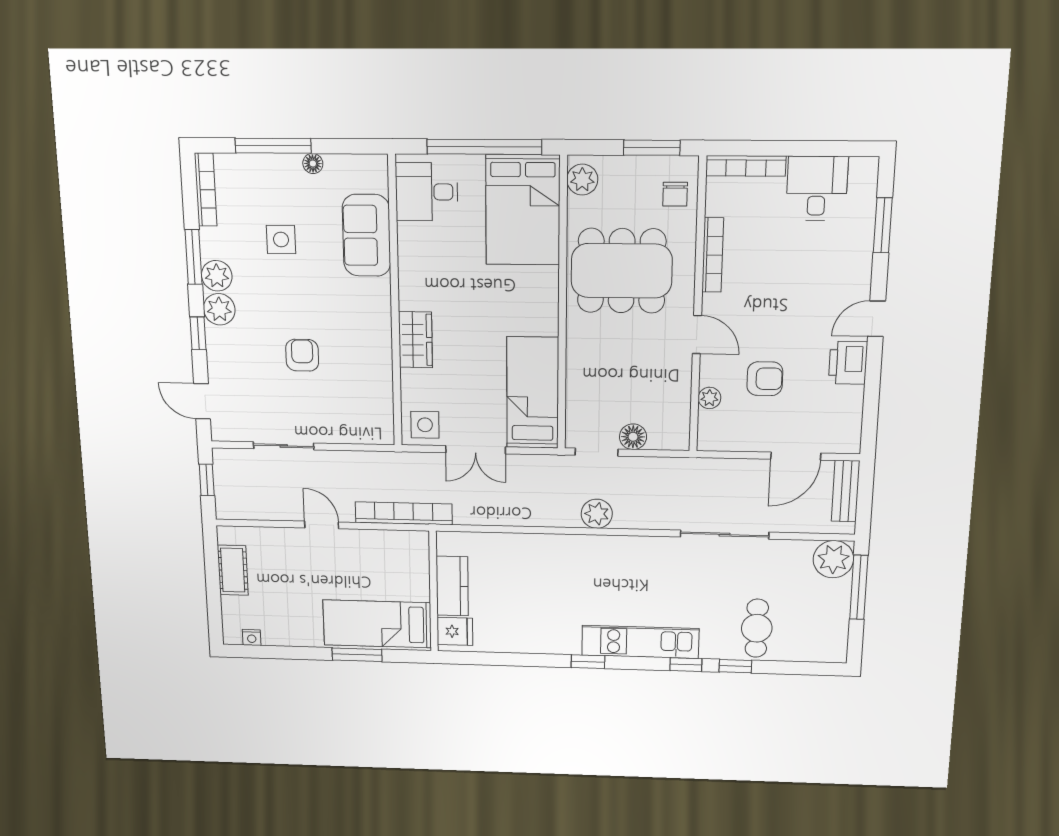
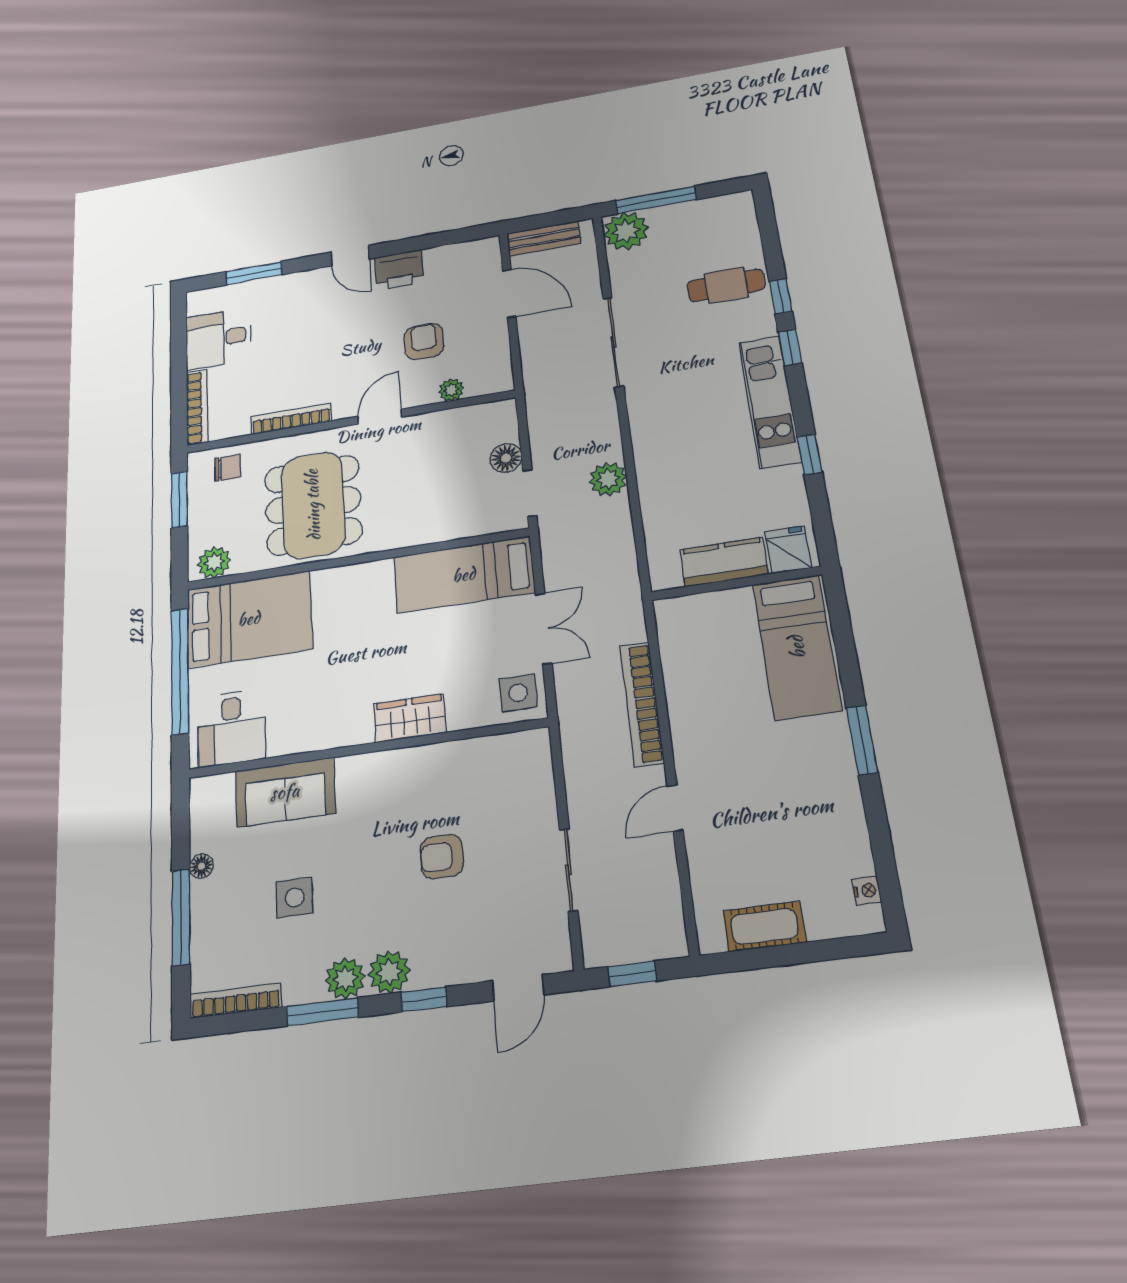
kitchen counter: (452, 586) -> (724, 562), moved
wall: (433, 591) -> (736, 583), moved
bed: (377, 624) -> (797, 647), moved
fridge: (455, 631) -> (788, 550), moved

